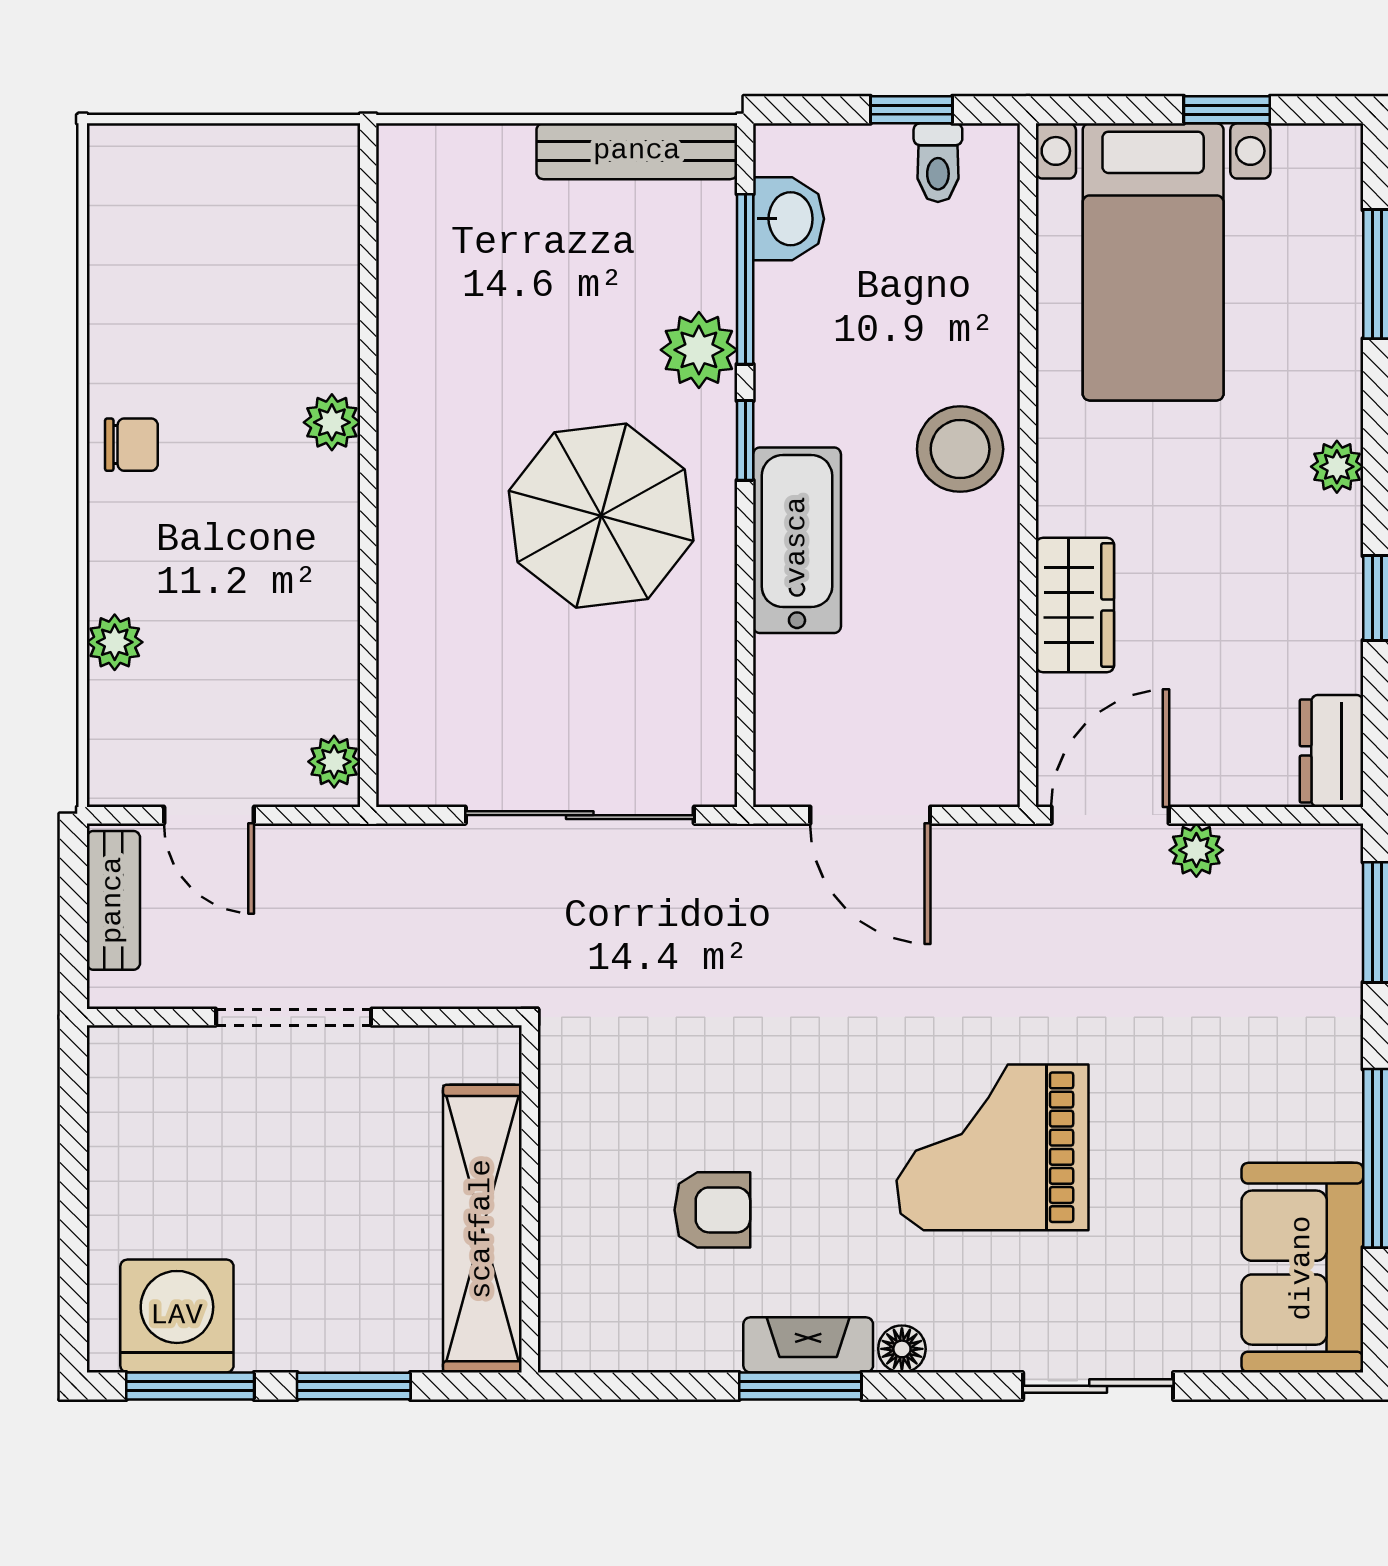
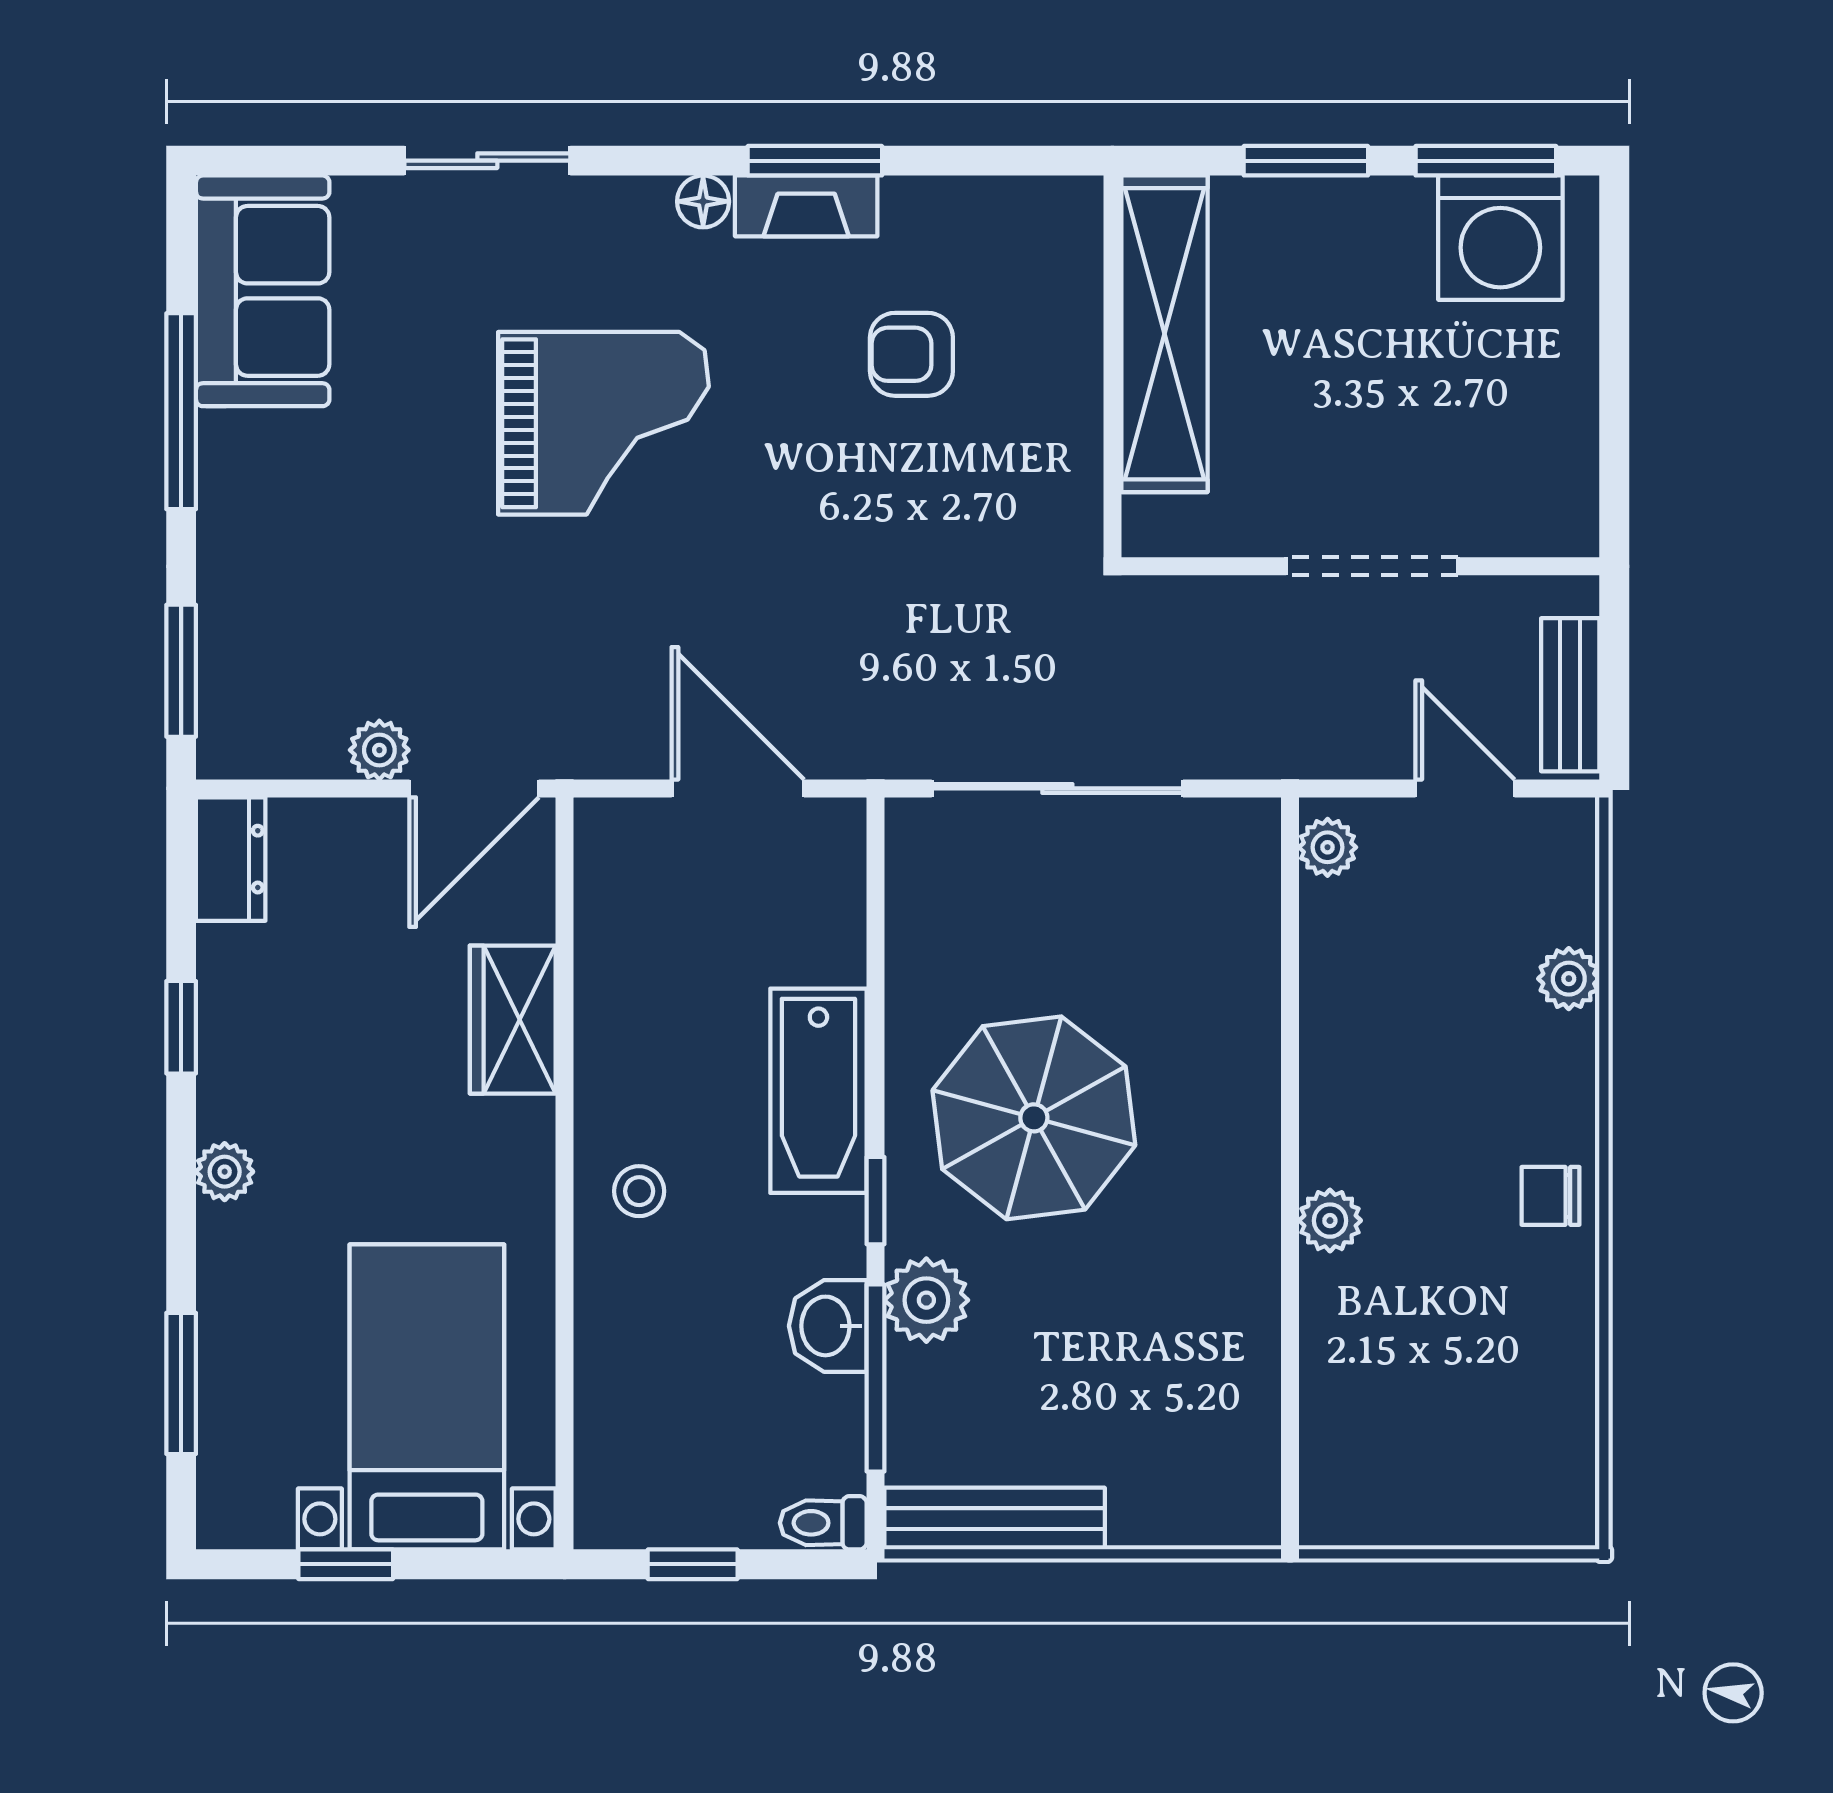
toilet: (938, 163) -> (823, 1523), moved, turned -90
washbasin: (788, 219) -> (828, 1326), moved
stool: (960, 449) -> (639, 1191), width x0.53, depth x0.53

